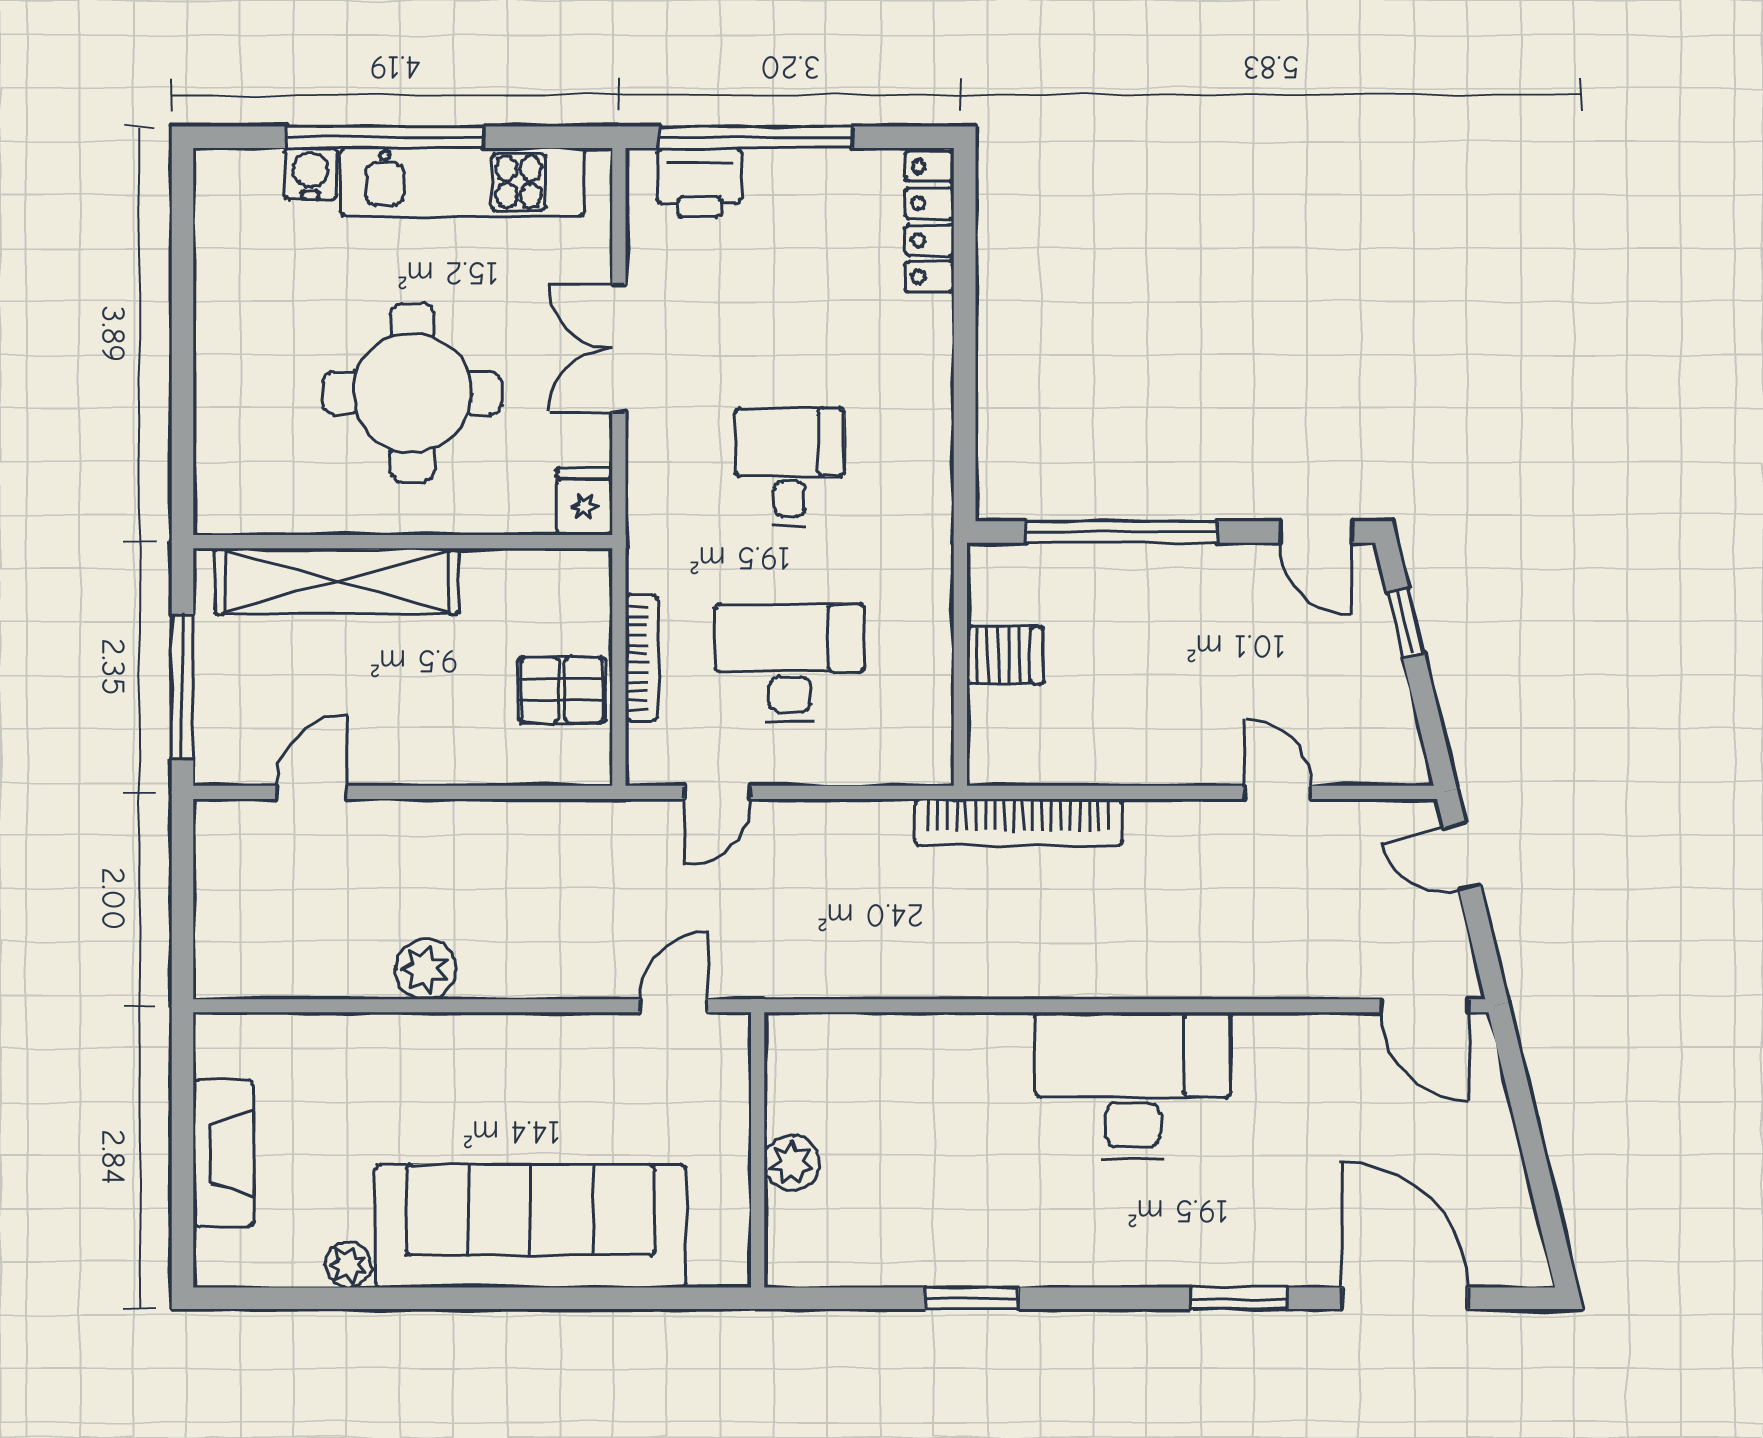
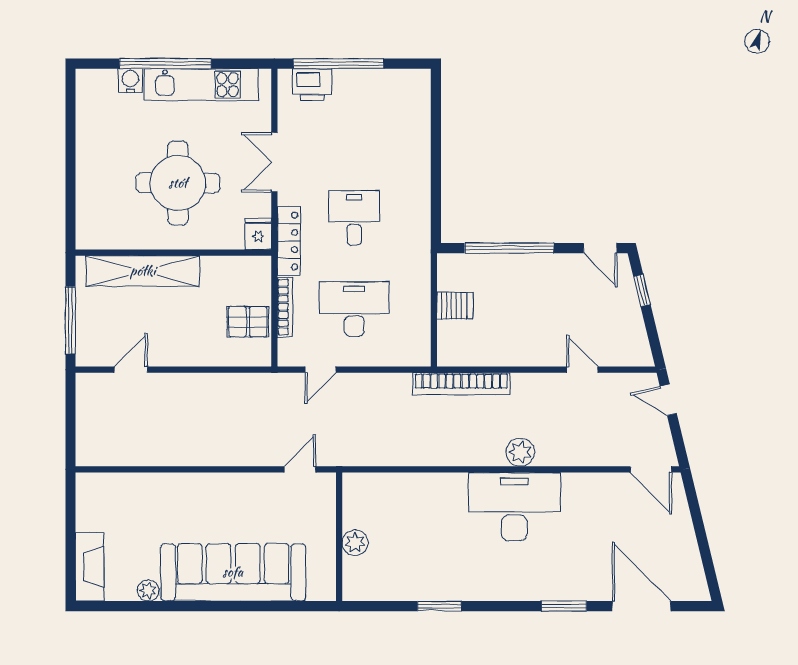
locker: (930, 222) -> (289, 241), moved, turned 180
plant: (426, 969) -> (520, 452), moved
fireplace: (223, 1153) -> (90, 567), moved

